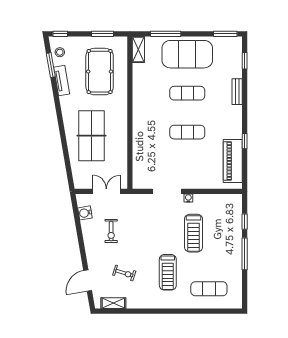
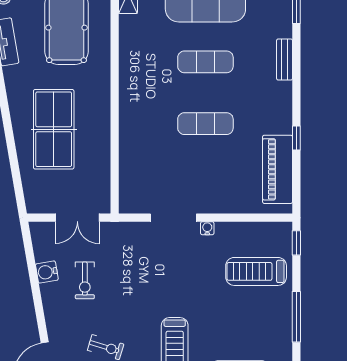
double door: (106, 191) -> (77, 218), swing flipped
water cooler: (85, 213) -> (47, 272), moved
window: (245, 222) -> (296, 243), moved
treadmill: (194, 233) -> (256, 271), moved, turned 90

